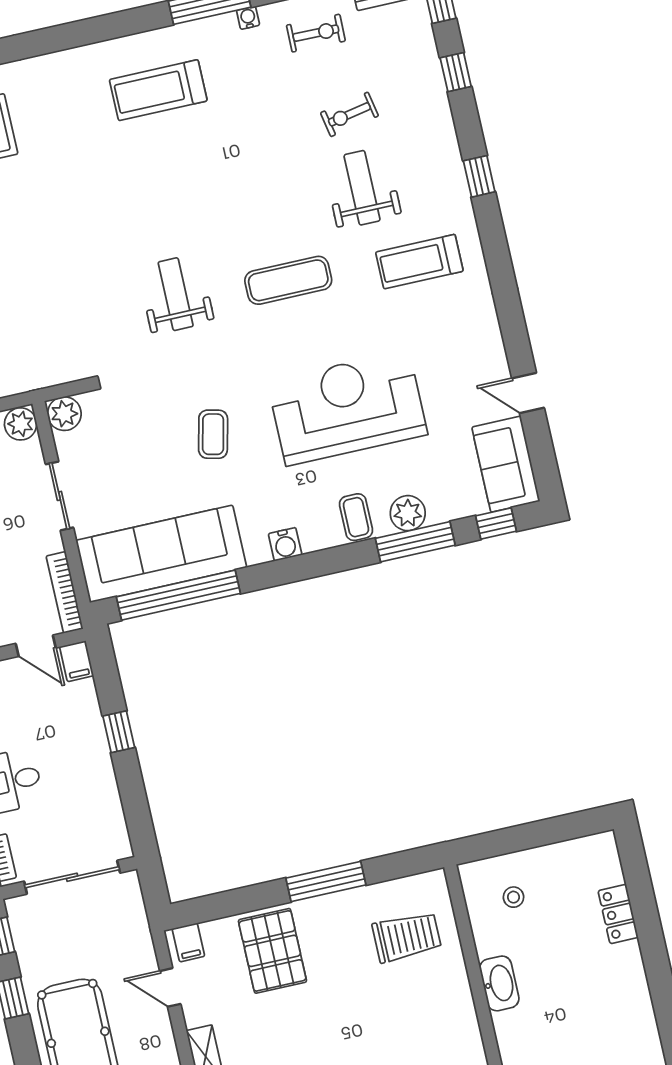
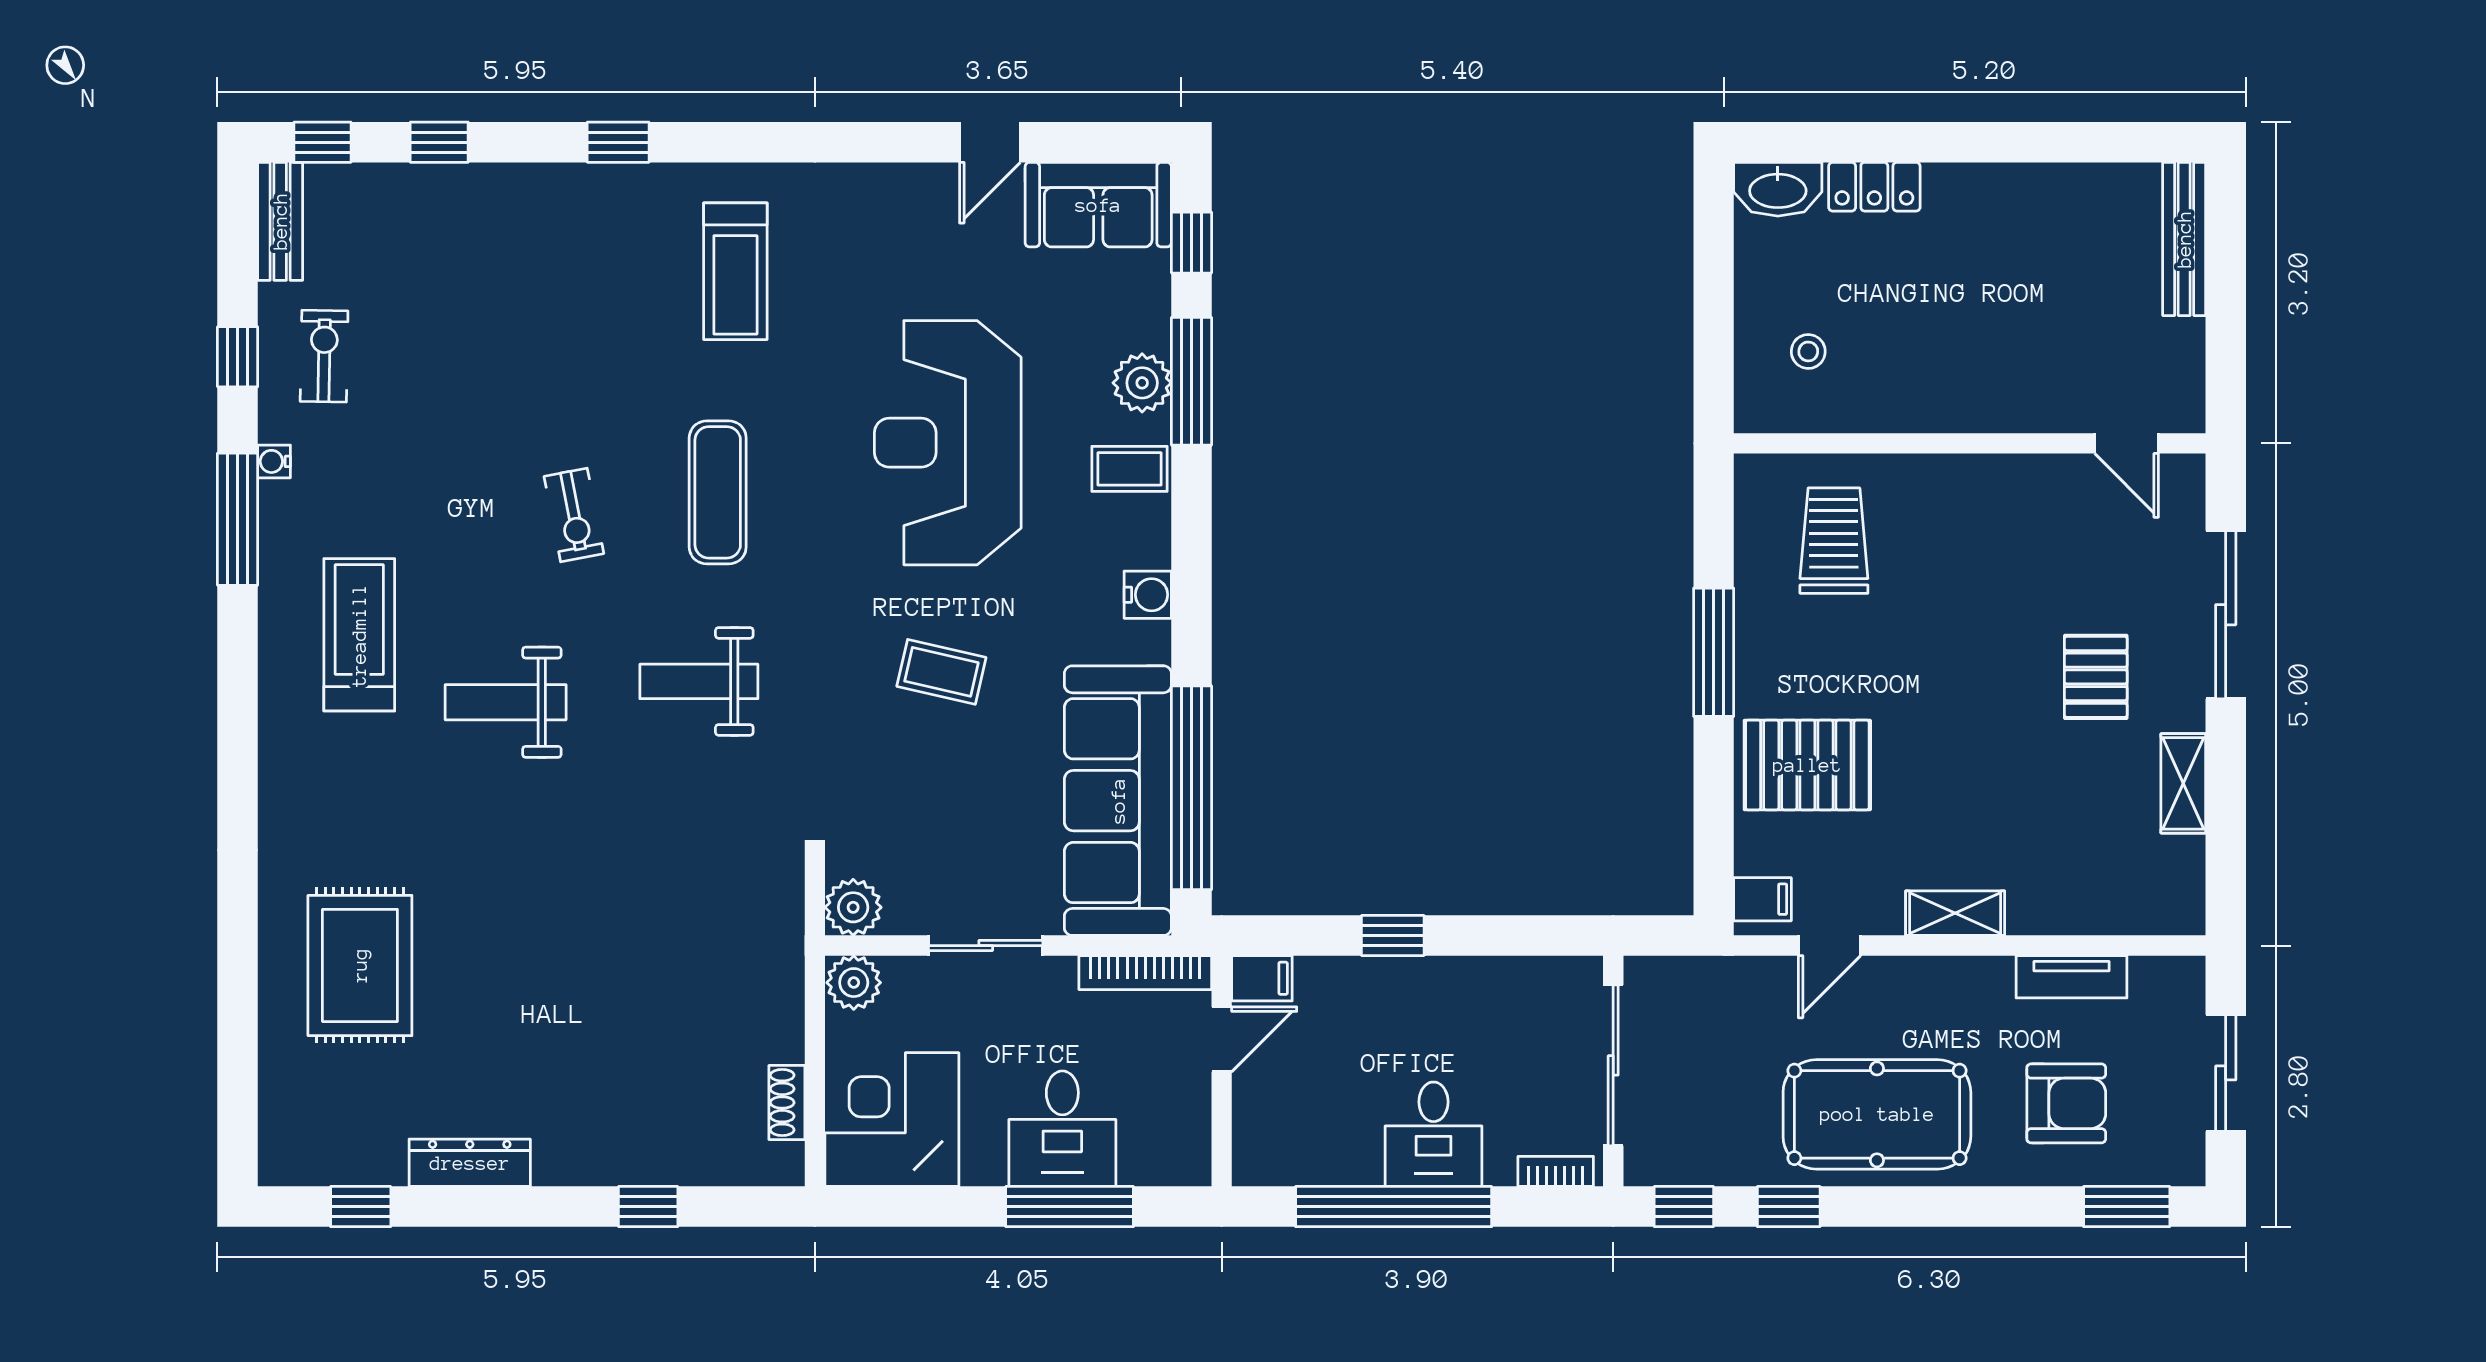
treadmill: (158, 90) -> (359, 635), turned 180
exercise bike: (349, 114) -> (574, 515), moved
weight bench: (362, 188) -> (506, 702), moved
washbasin: (499, 983) -> (1778, 189), moved, turned 180

